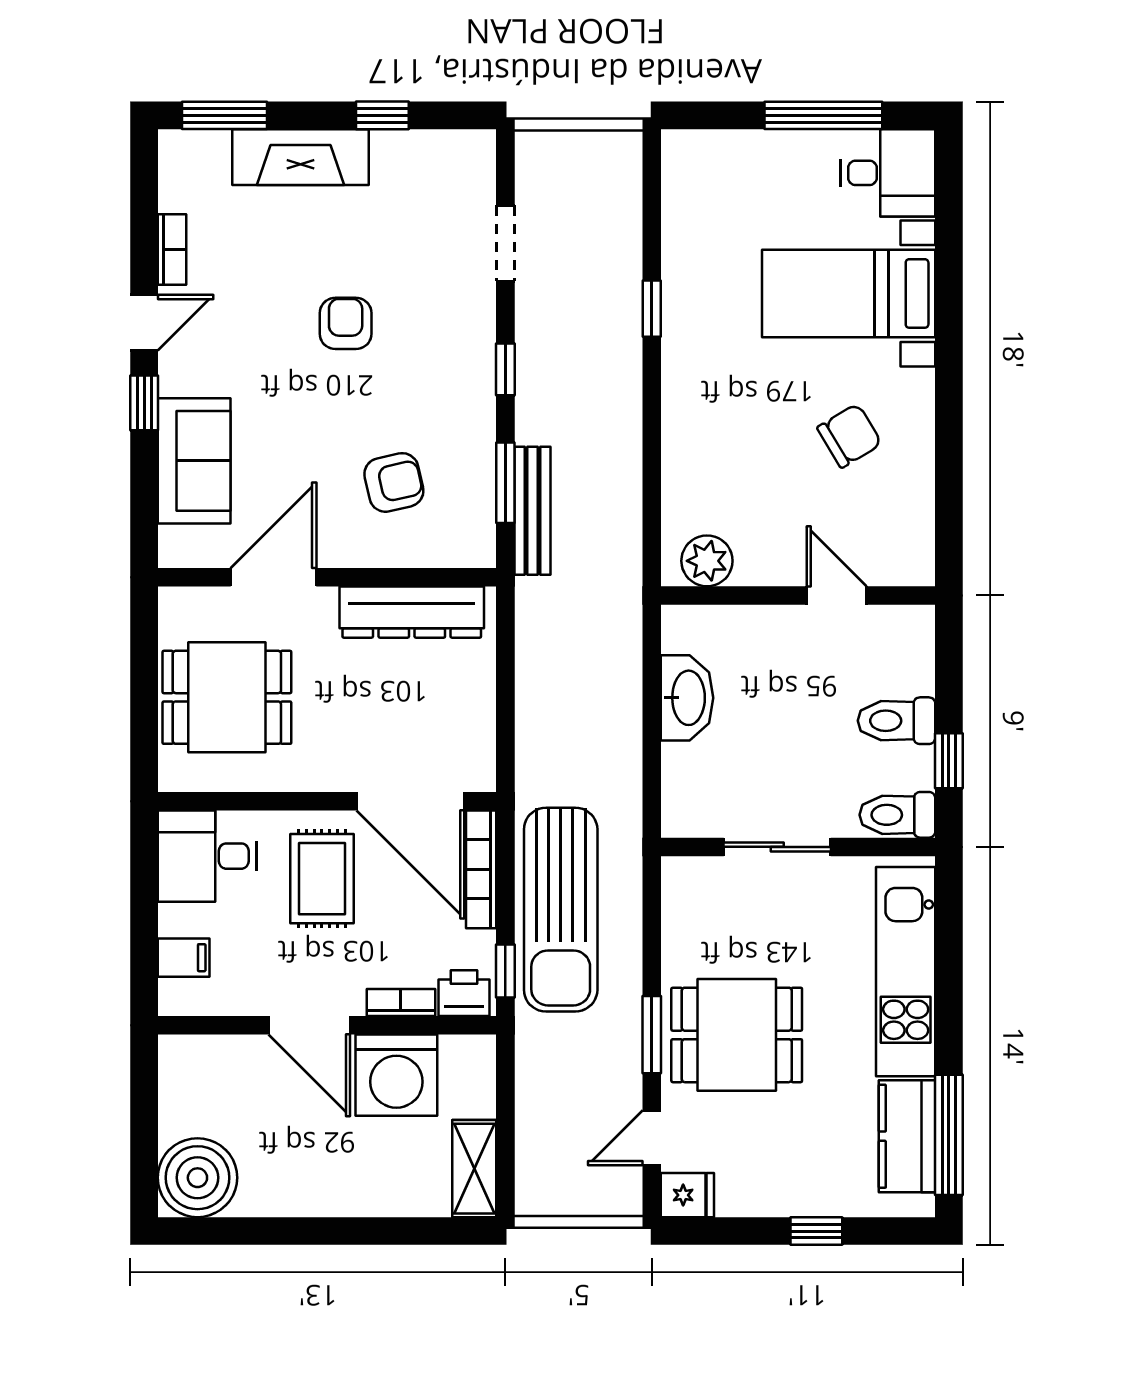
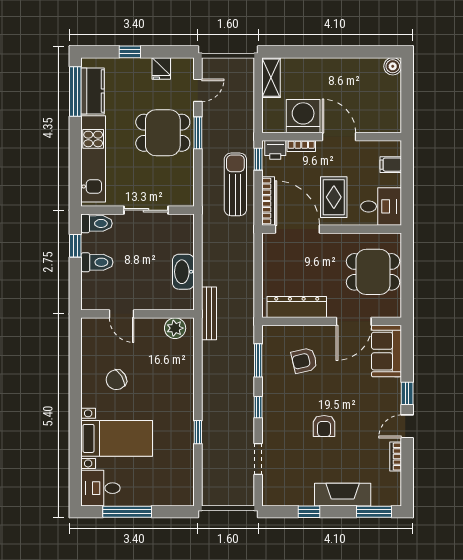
sofa: (194, 461) -> (387, 351), moved
bench: (533, 511) -> (209, 313), moved
sun lounger: (561, 910) -> (235, 184), width x0.73, depth x0.75
boiler: (197, 1178) -> (393, 66), width x0.54, depth x0.54
fridge: (687, 1195) -> (161, 68), moved, turned -90

